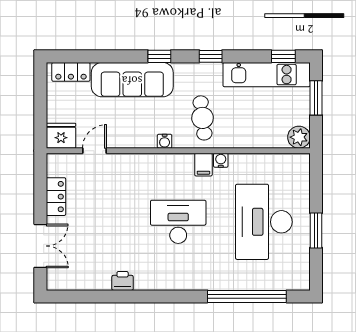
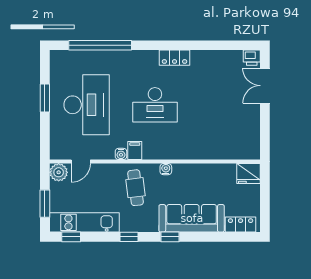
door: (94, 151) -> (81, 162), moved
locker: (56, 197) -> (174, 58), moved, turned -90
printer: (123, 281) -> (252, 58), moved

